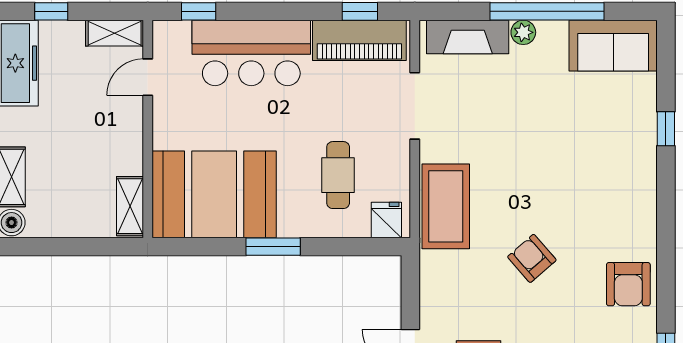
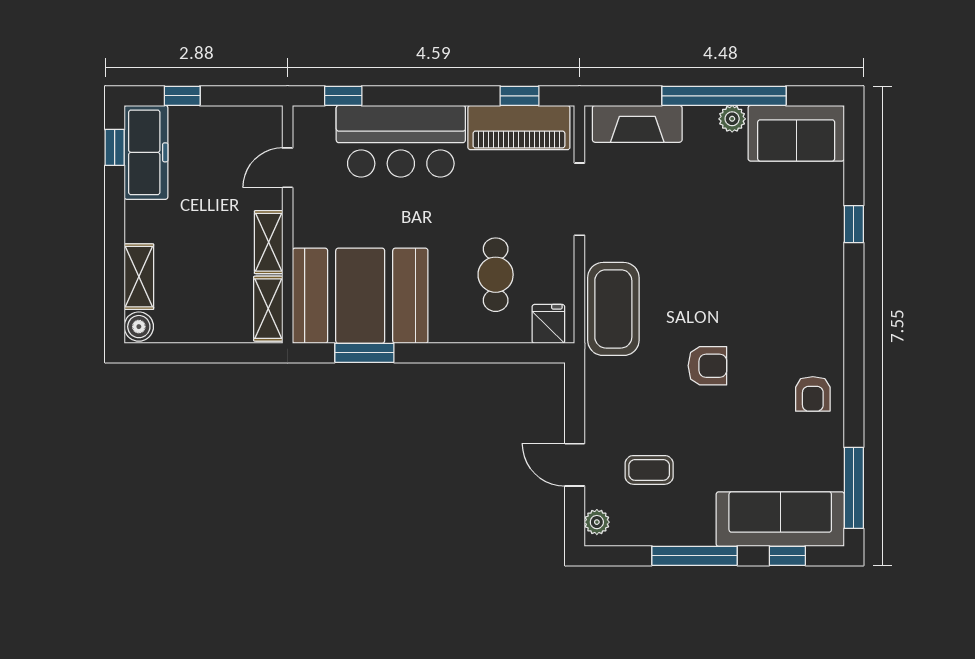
plant: (523, 32) -> (732, 119), moved
shelving: (115, 33) -> (269, 242), moved, turned 90
window: (273, 247) -> (364, 353), moved
armchair: (532, 258) -> (707, 366), turned 131
armchair: (628, 284) -> (813, 394), width x0.72, depth x0.72

